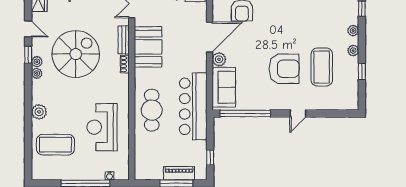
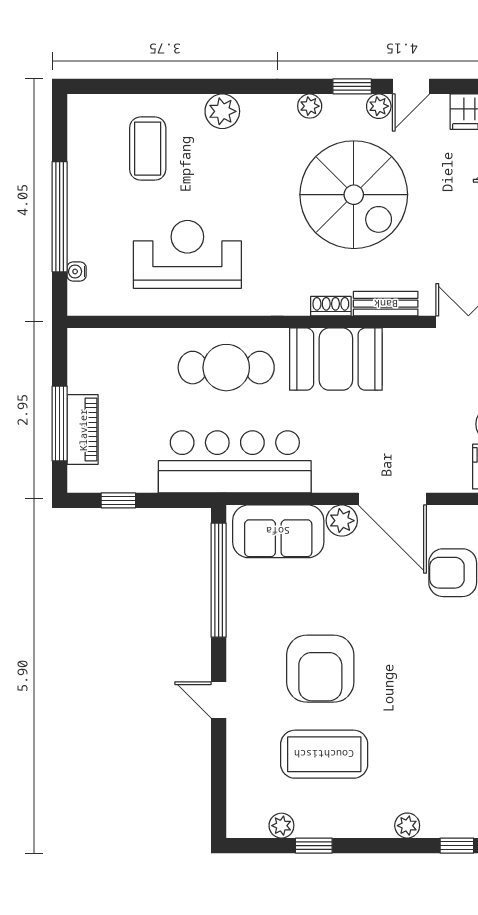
booth: (148, 47) -> (336, 359), moved
plant: (353, 51) -> (281, 826), moved
plant: (37, 62) -> (379, 106), moved
coffee table: (55, 145) -> (148, 149), width x0.73, depth x0.76

